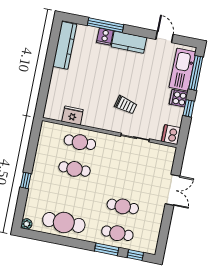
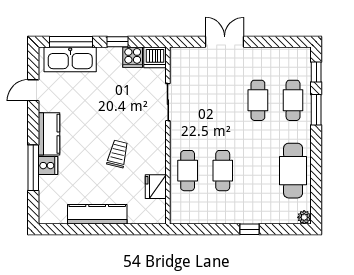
kitchen counter: (65, 45) -> (97, 214), moved
cooker: (179, 98) -> (133, 57), moved
trolley: (126, 105) -> (118, 154), moved

